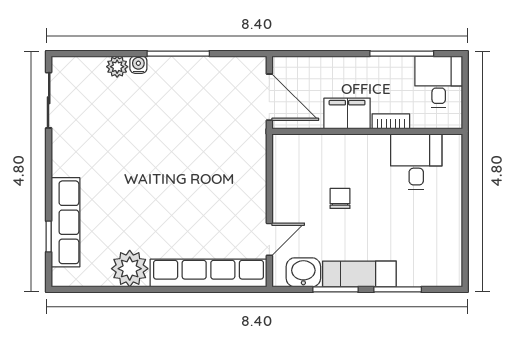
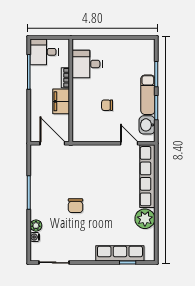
water cooler: (138, 65) -> (35, 237), moved
door: (269, 97) -> (52, 143), hinge flipped
chair: (154, 140) -> (75, 206), added

